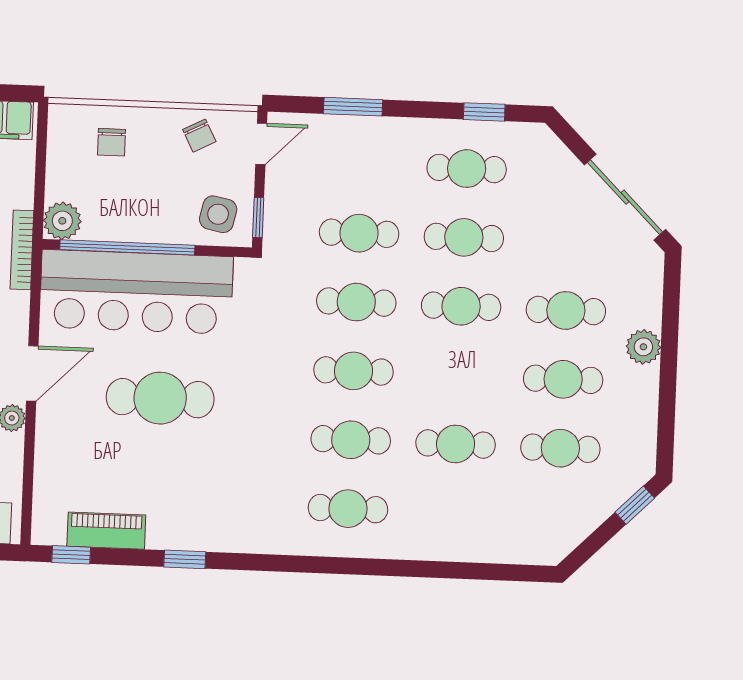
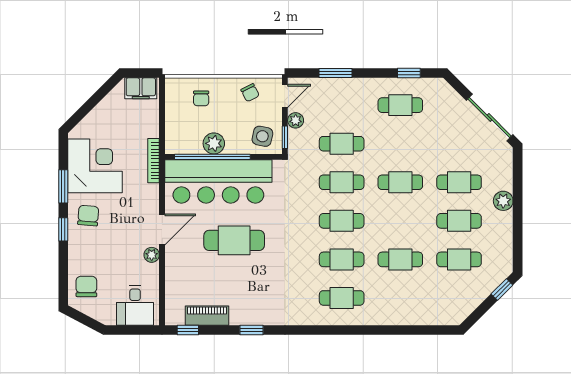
plant: (278, 188) -> (296, 120), added
plant: (62, 221) -> (214, 143), moved
cafe table: (464, 237) -> (400, 144), removed

